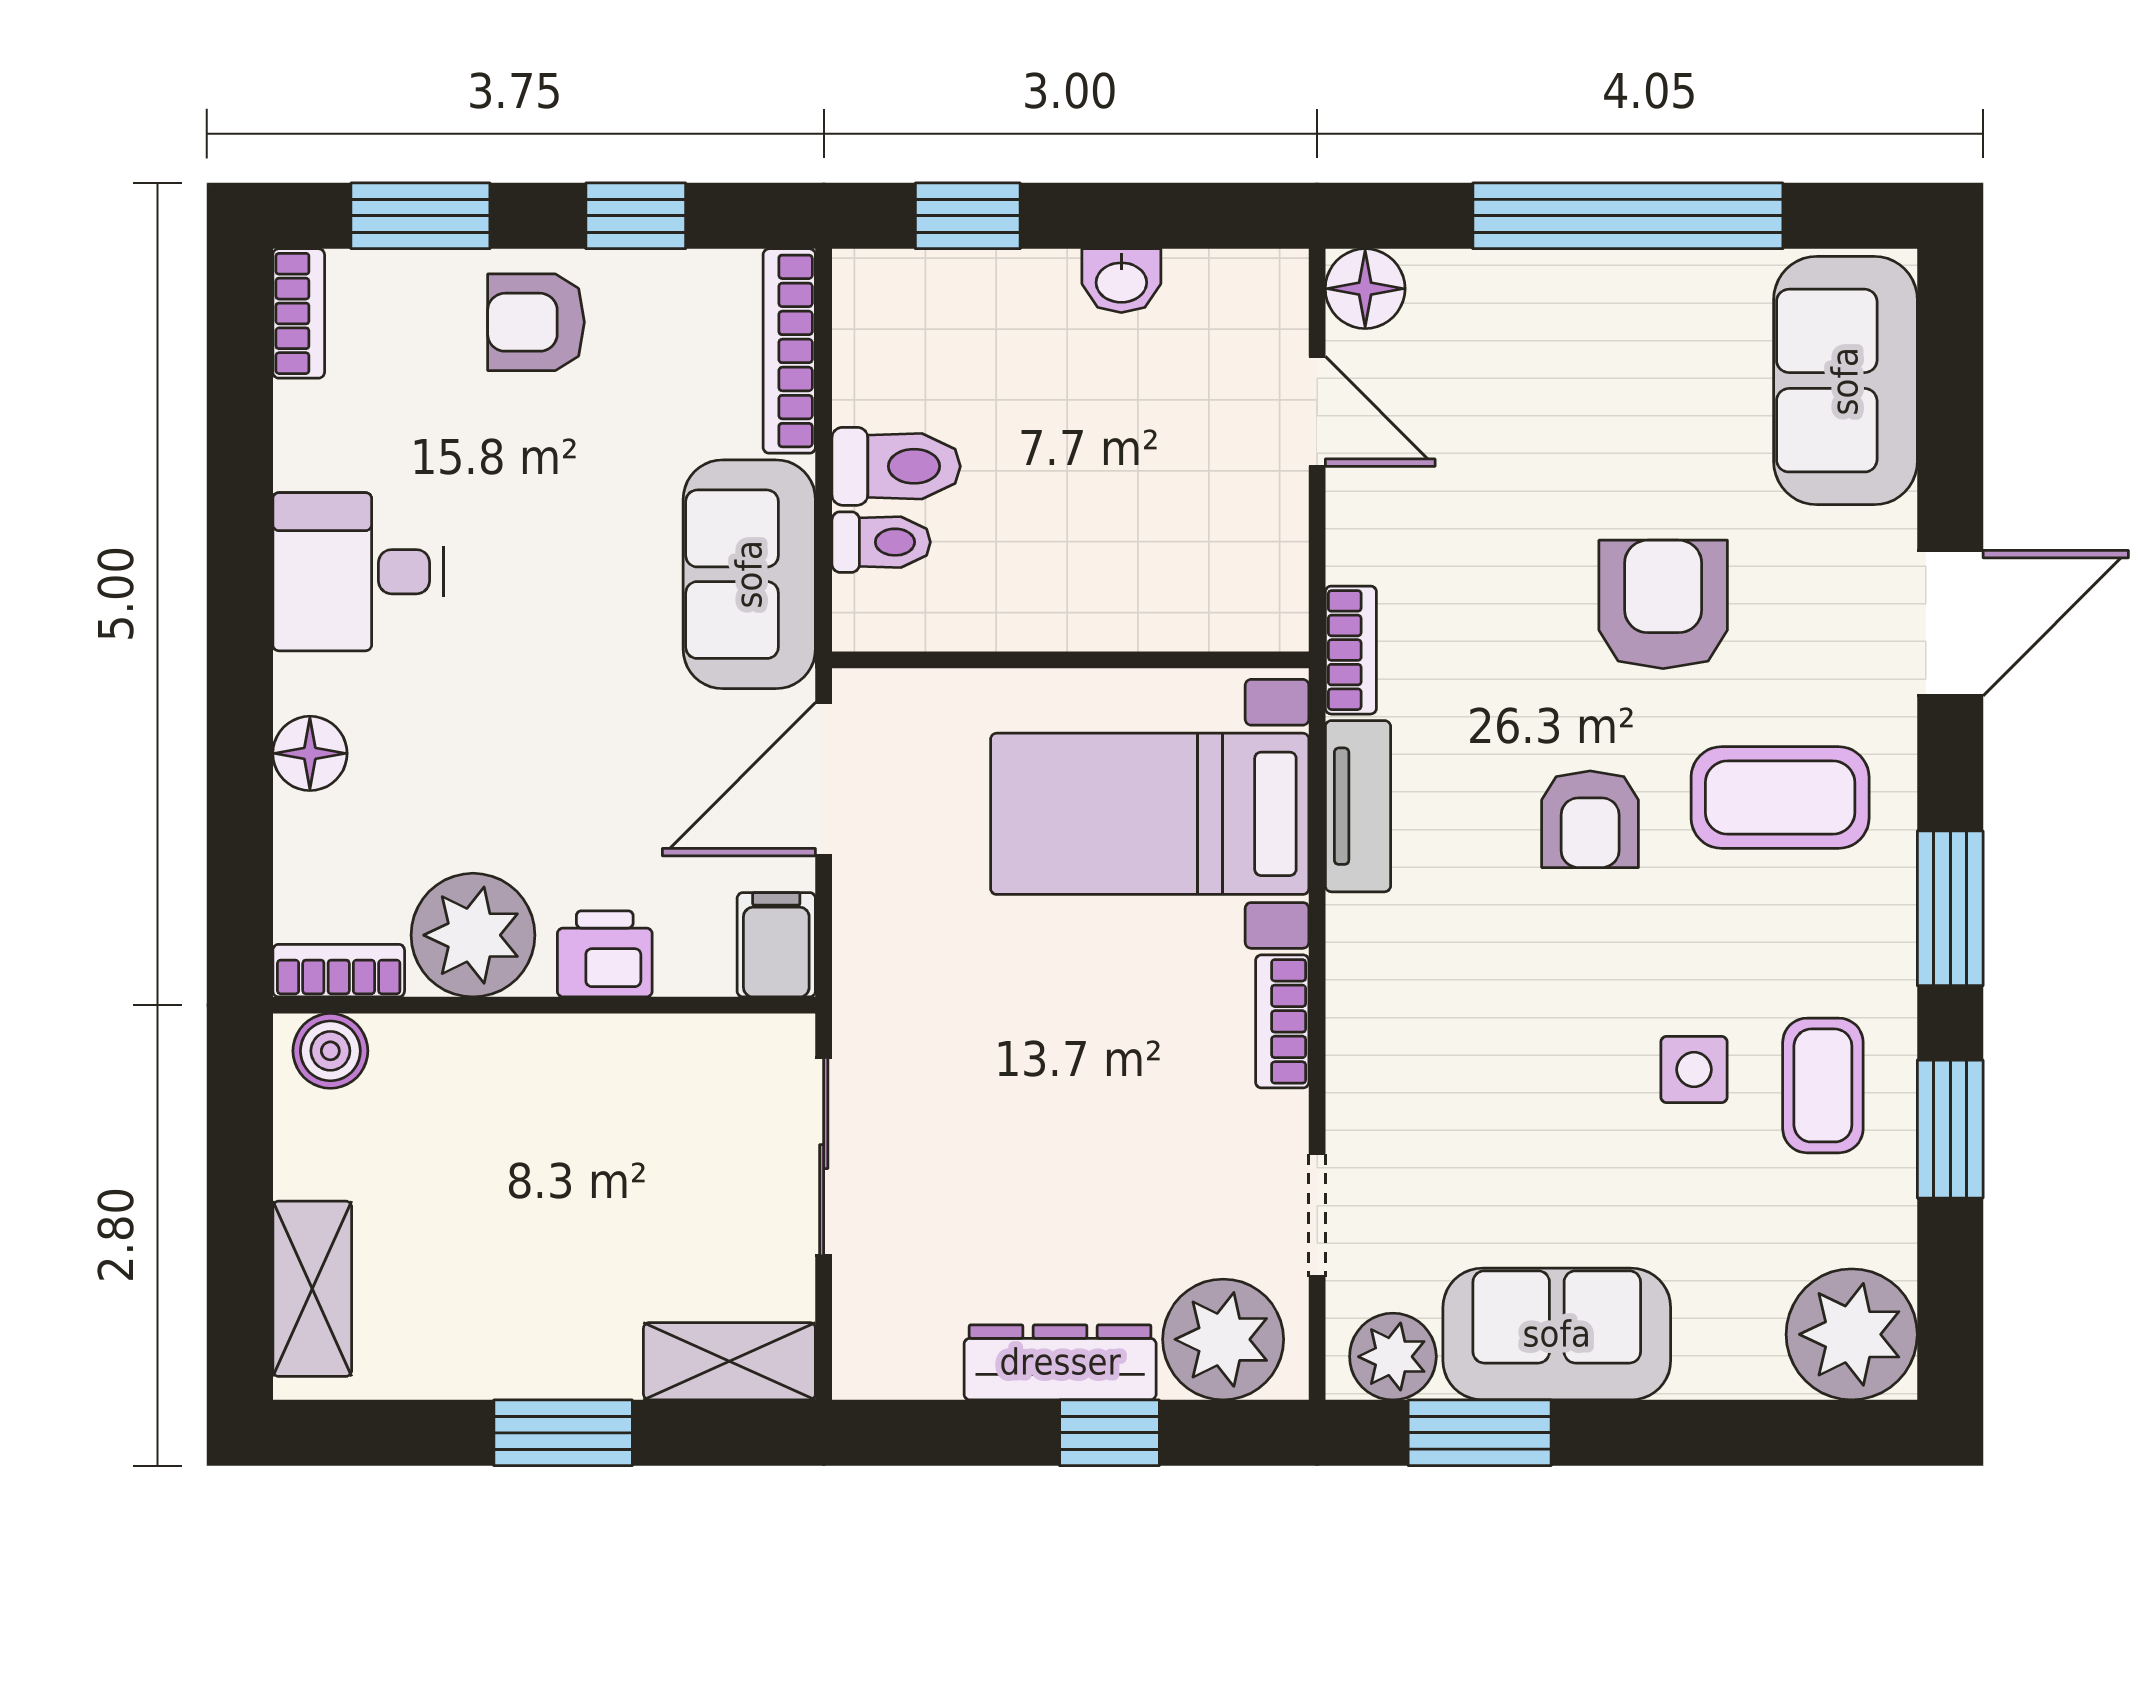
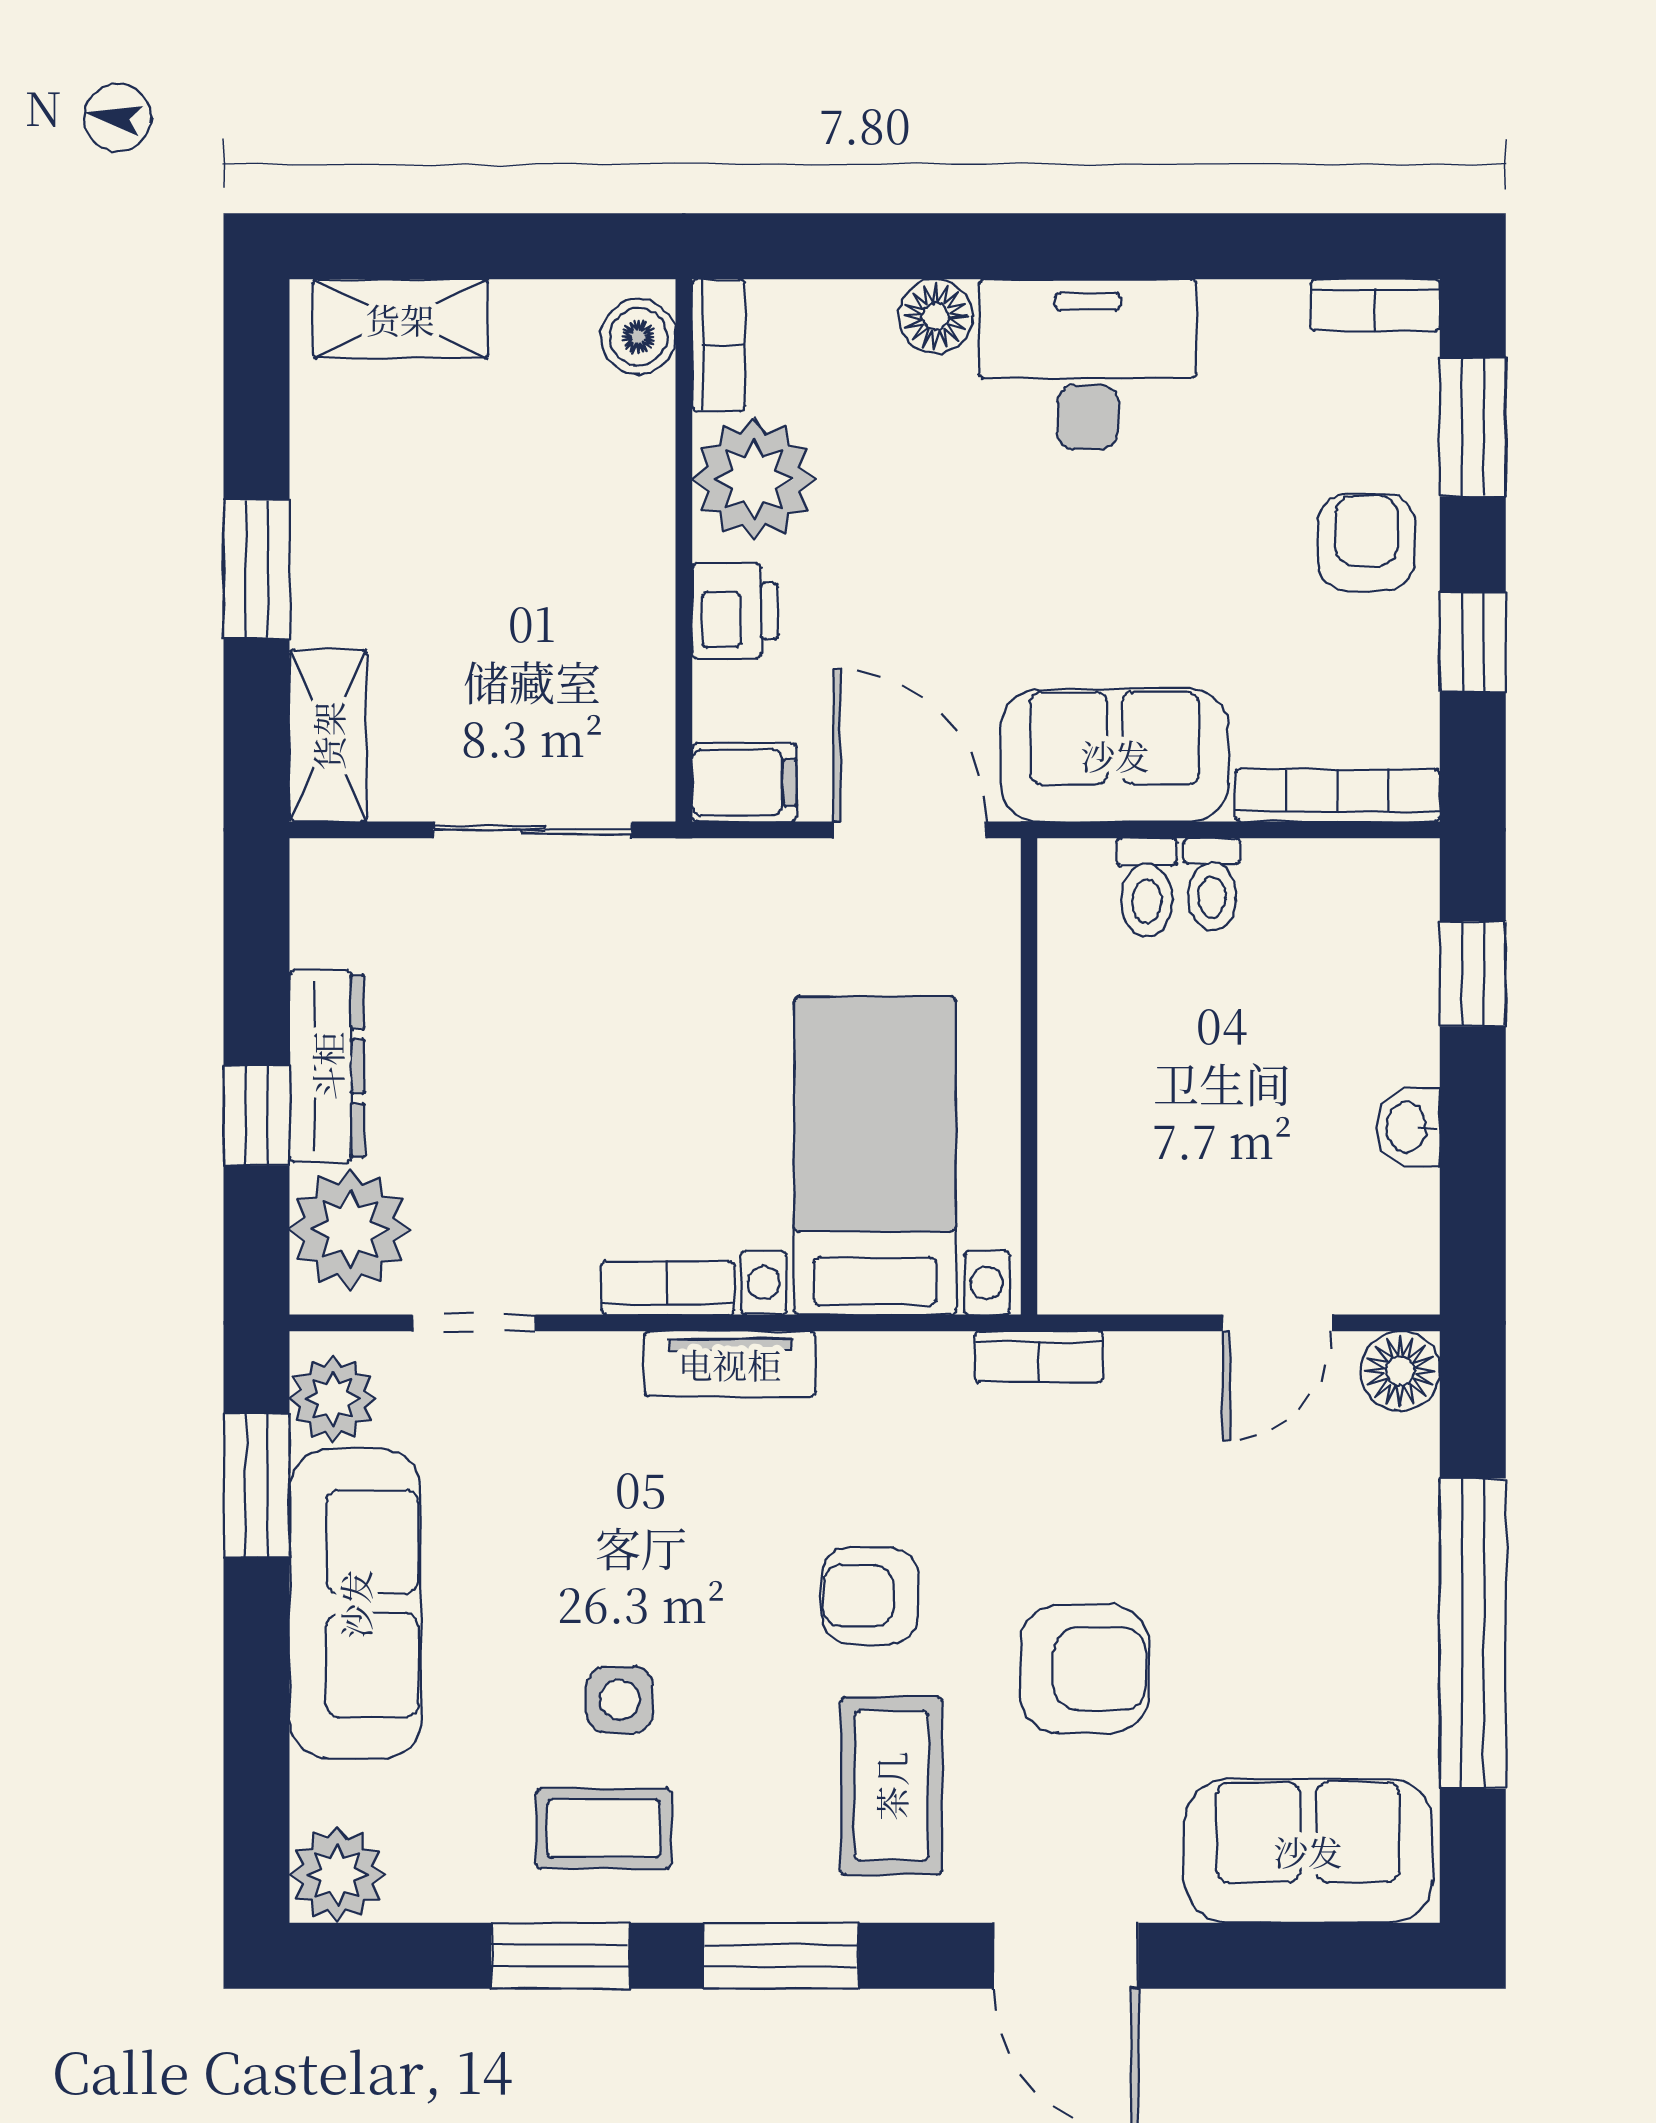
toilet: (896, 466) -> (1212, 884), width x0.73, depth x0.72
desk: (358, 572) -> (1088, 364), width x1.37
tv unit: (1358, 806) -> (730, 1364), moved
sofa: (1557, 1334) -> (355, 1604), width x1.36
plant: (1852, 1334) -> (337, 1875), width x0.73, depth x0.73

